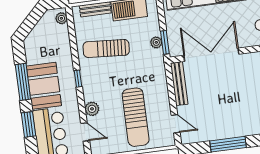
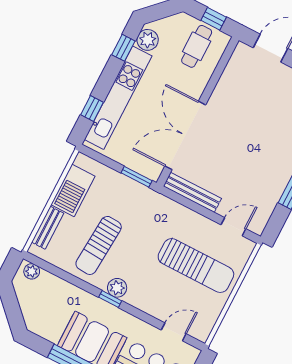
plant: (156, 42) -> (130, 186), removed
plant: (92, 109) -> (117, 288), moved

